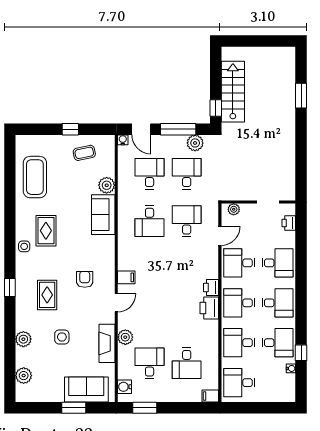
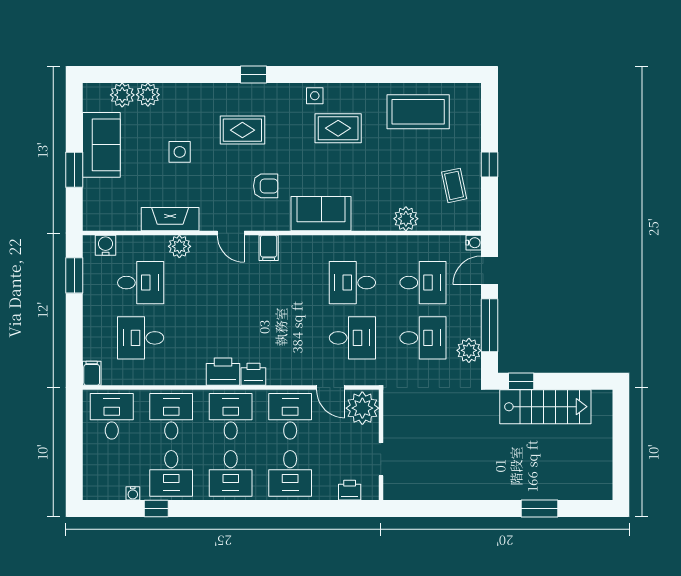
plant: (234, 209) -> (362, 408), width x1.88, depth x1.88
sofa: (103, 215) -> (321, 214), moved
plant: (23, 339) -> (148, 95), moved
sofa: (86, 390) -> (101, 145), moved

